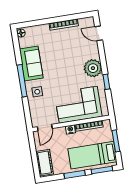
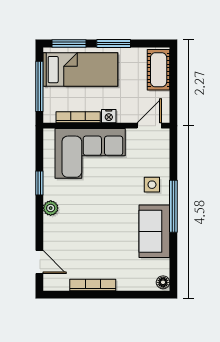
plant: (93, 68) -> (51, 208), width x0.53, depth x0.53
window: (116, 141) -> (39, 86), width x1.44

